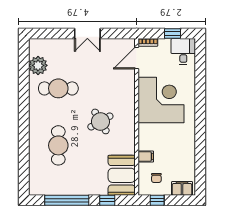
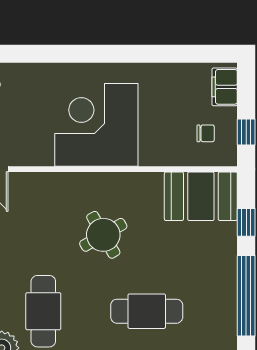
corner desk: (161, 100) -> (96, 125), moved
filing cabinet: (146, 156) -> (167, 153), removed

